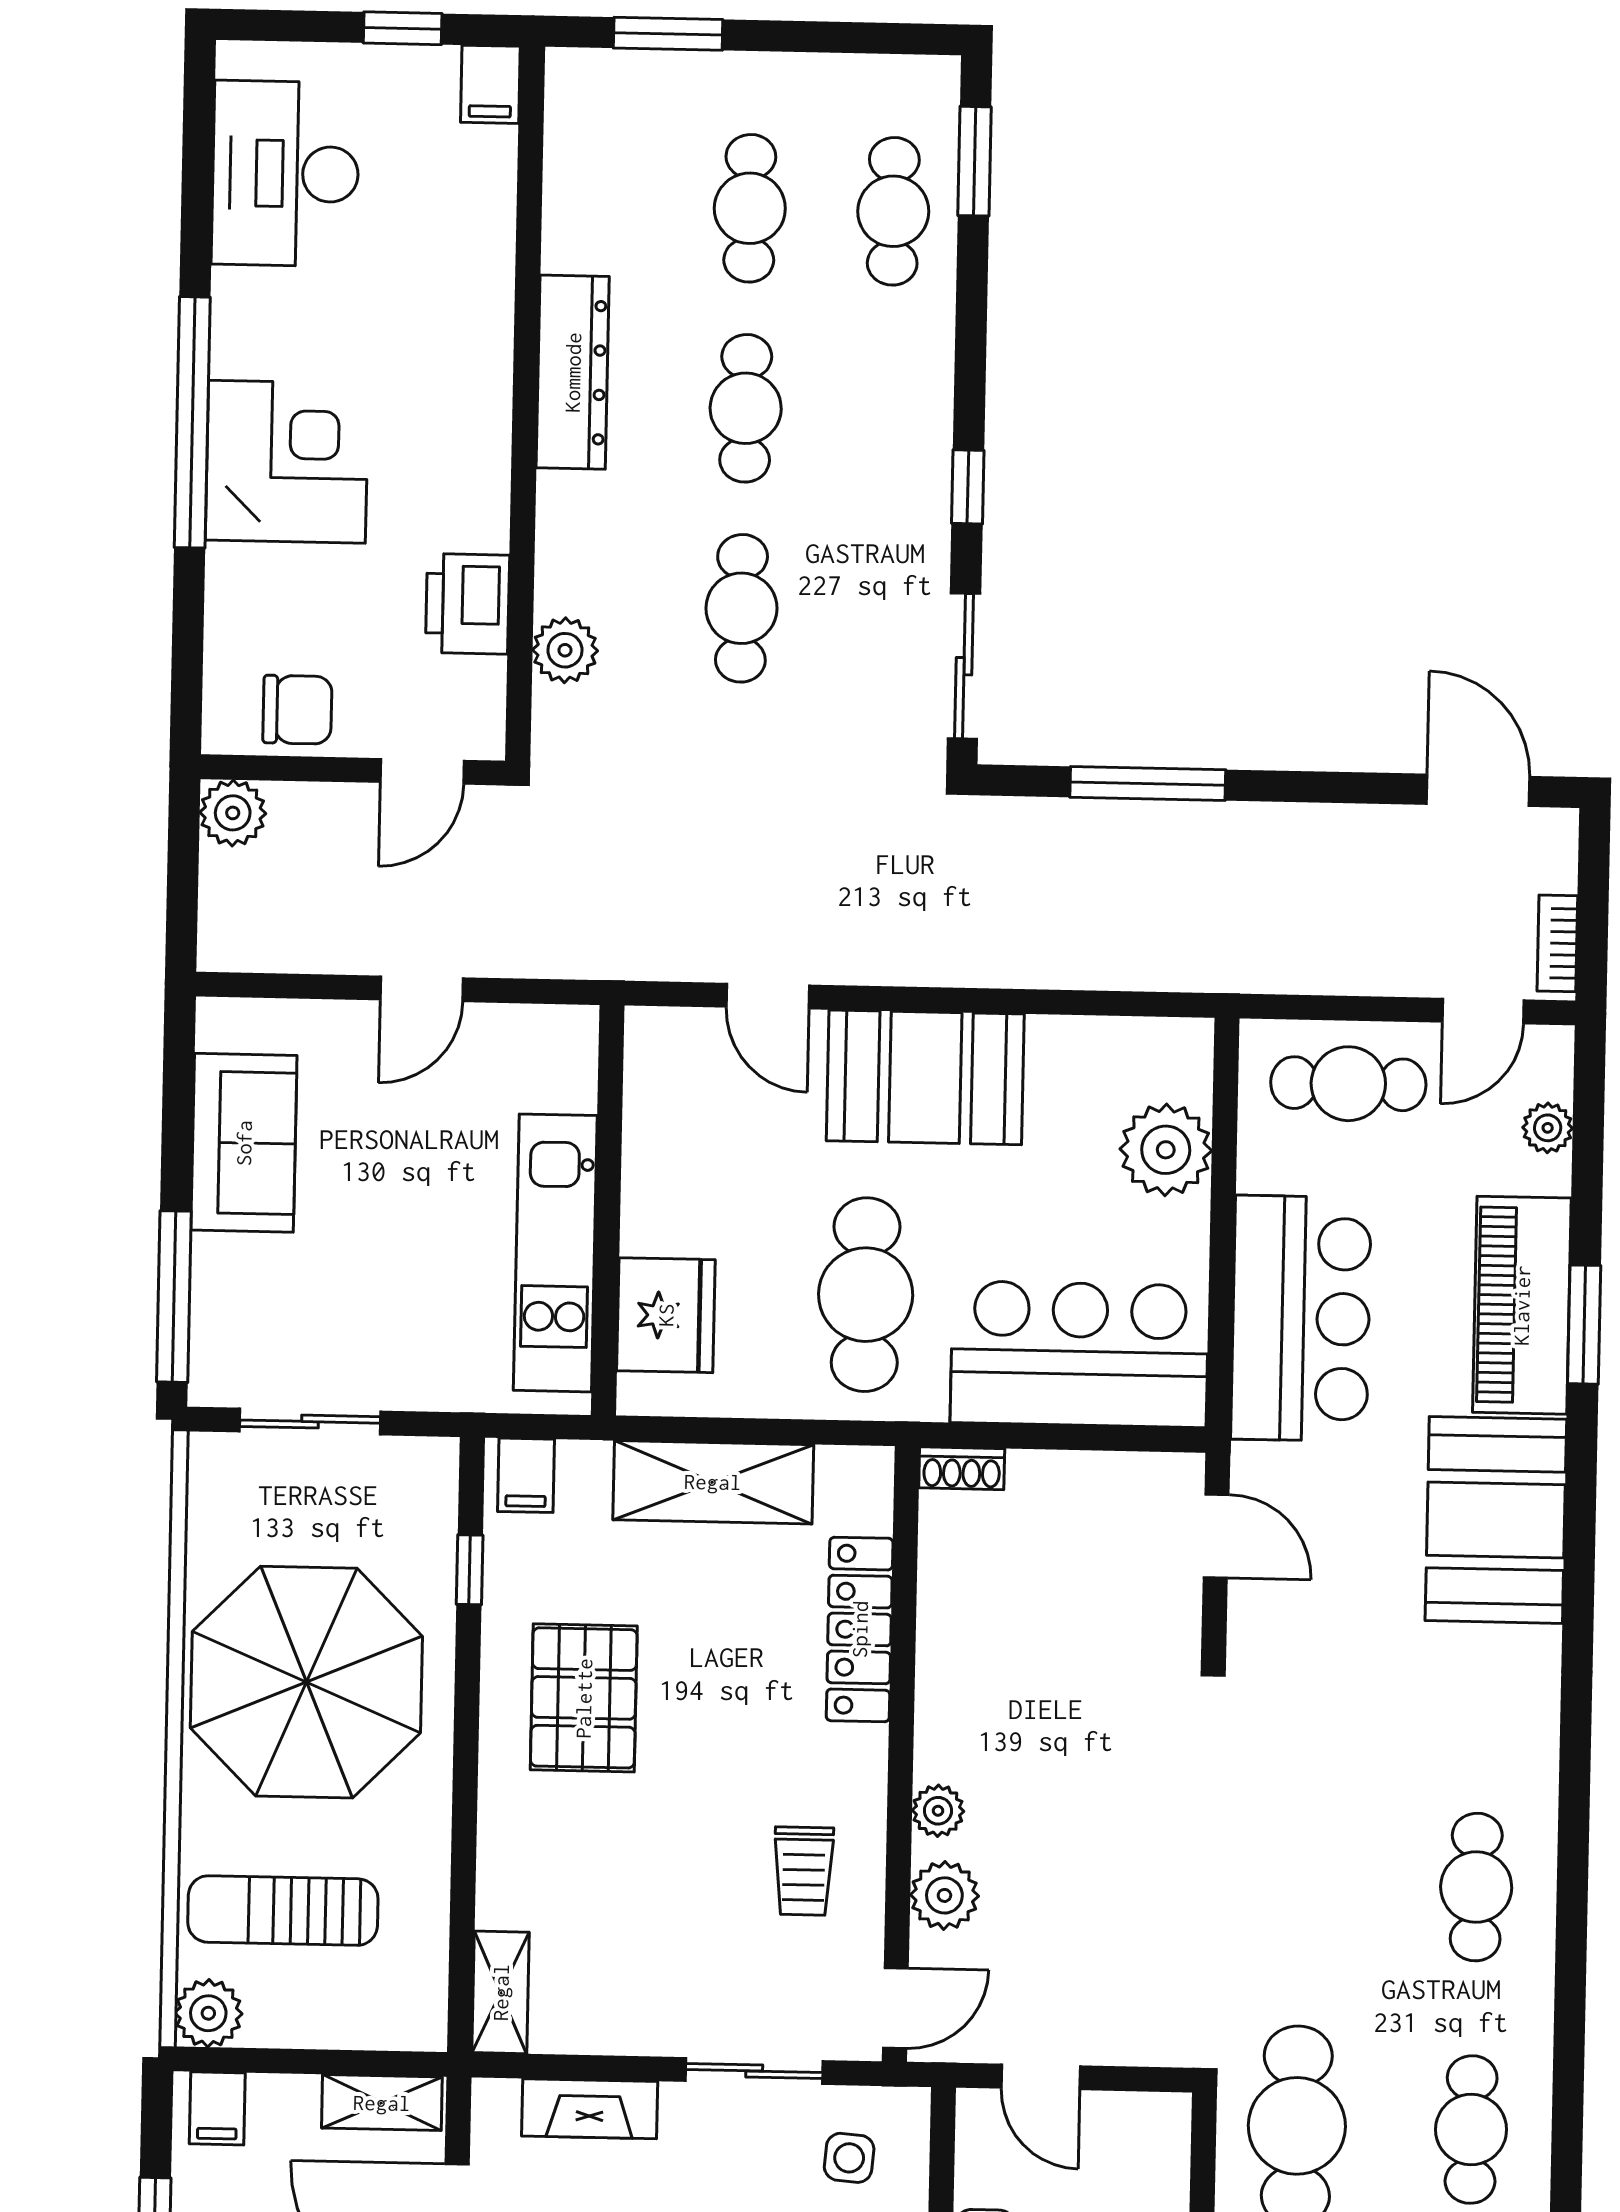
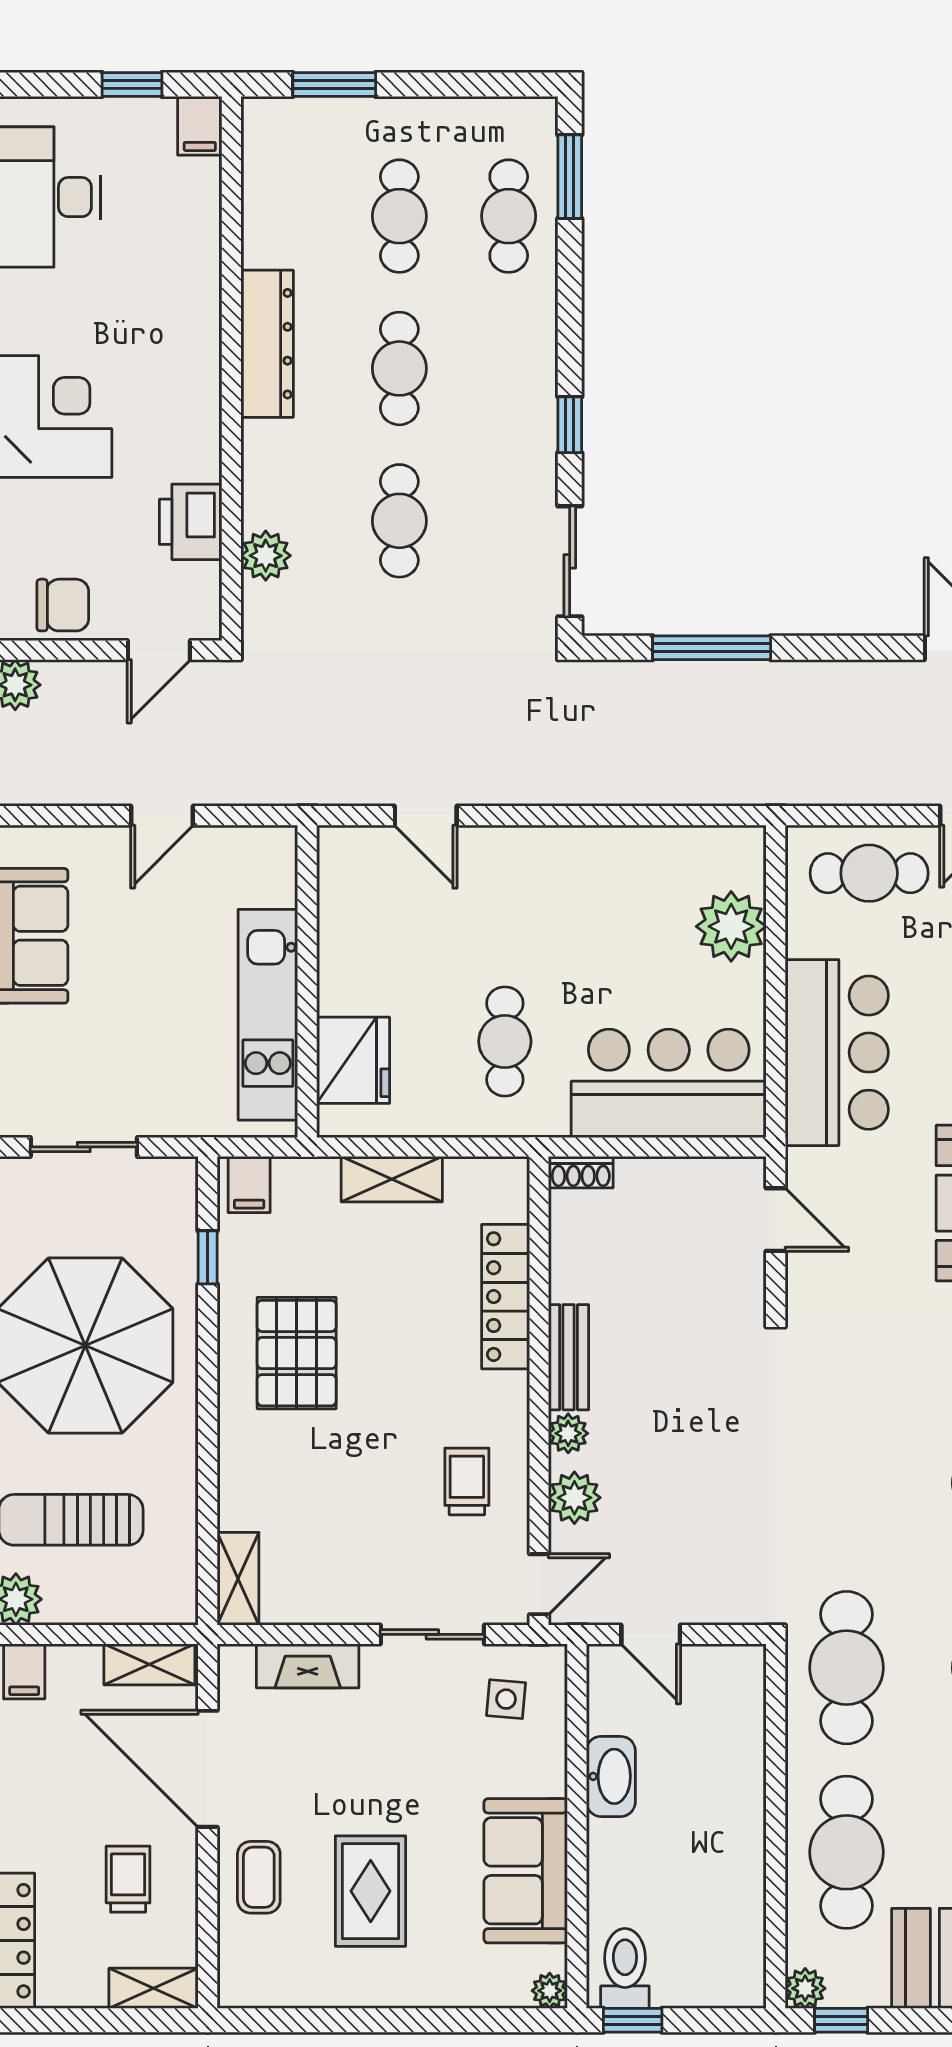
booth: (925, 1077) -> (547, 875), removed
cafe table: (866, 1295) -> (505, 1041), width x0.73, depth x0.74
shelving: (713, 1482) -> (392, 1179), width x0.67, depth x0.75
bench: (941, 1711) -> (569, 1357), added
trolley: (804, 1871) -> (467, 1481), turned 180

